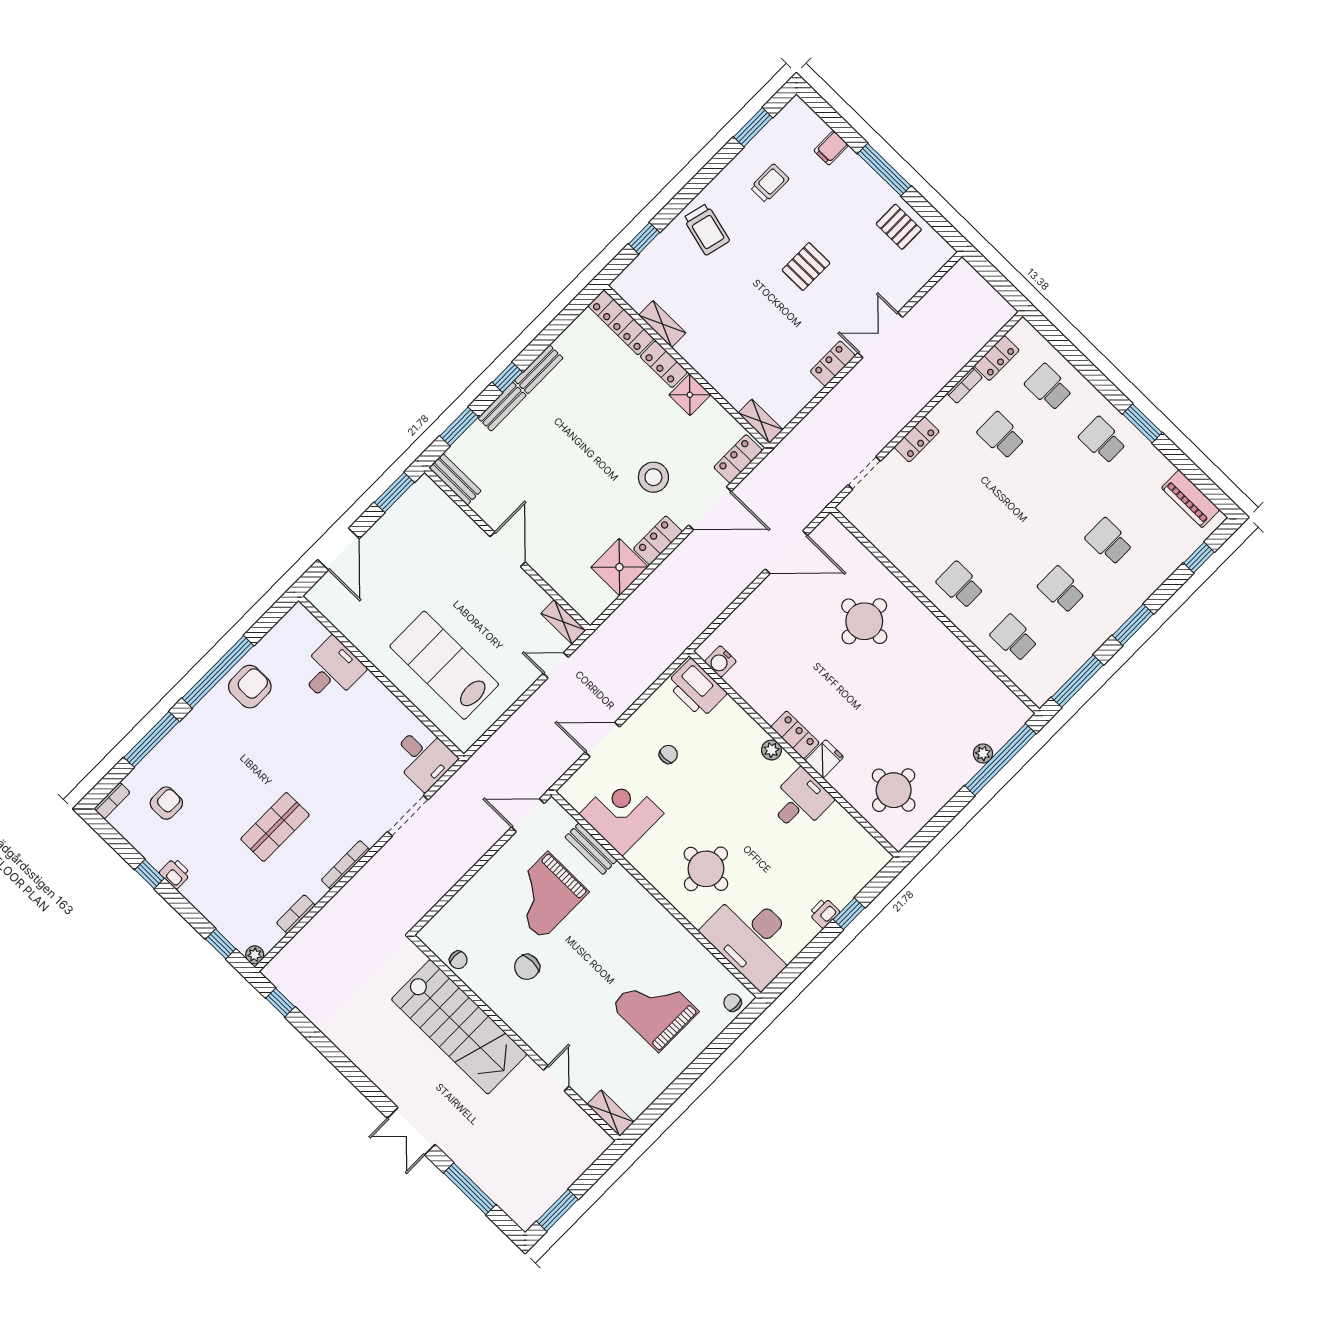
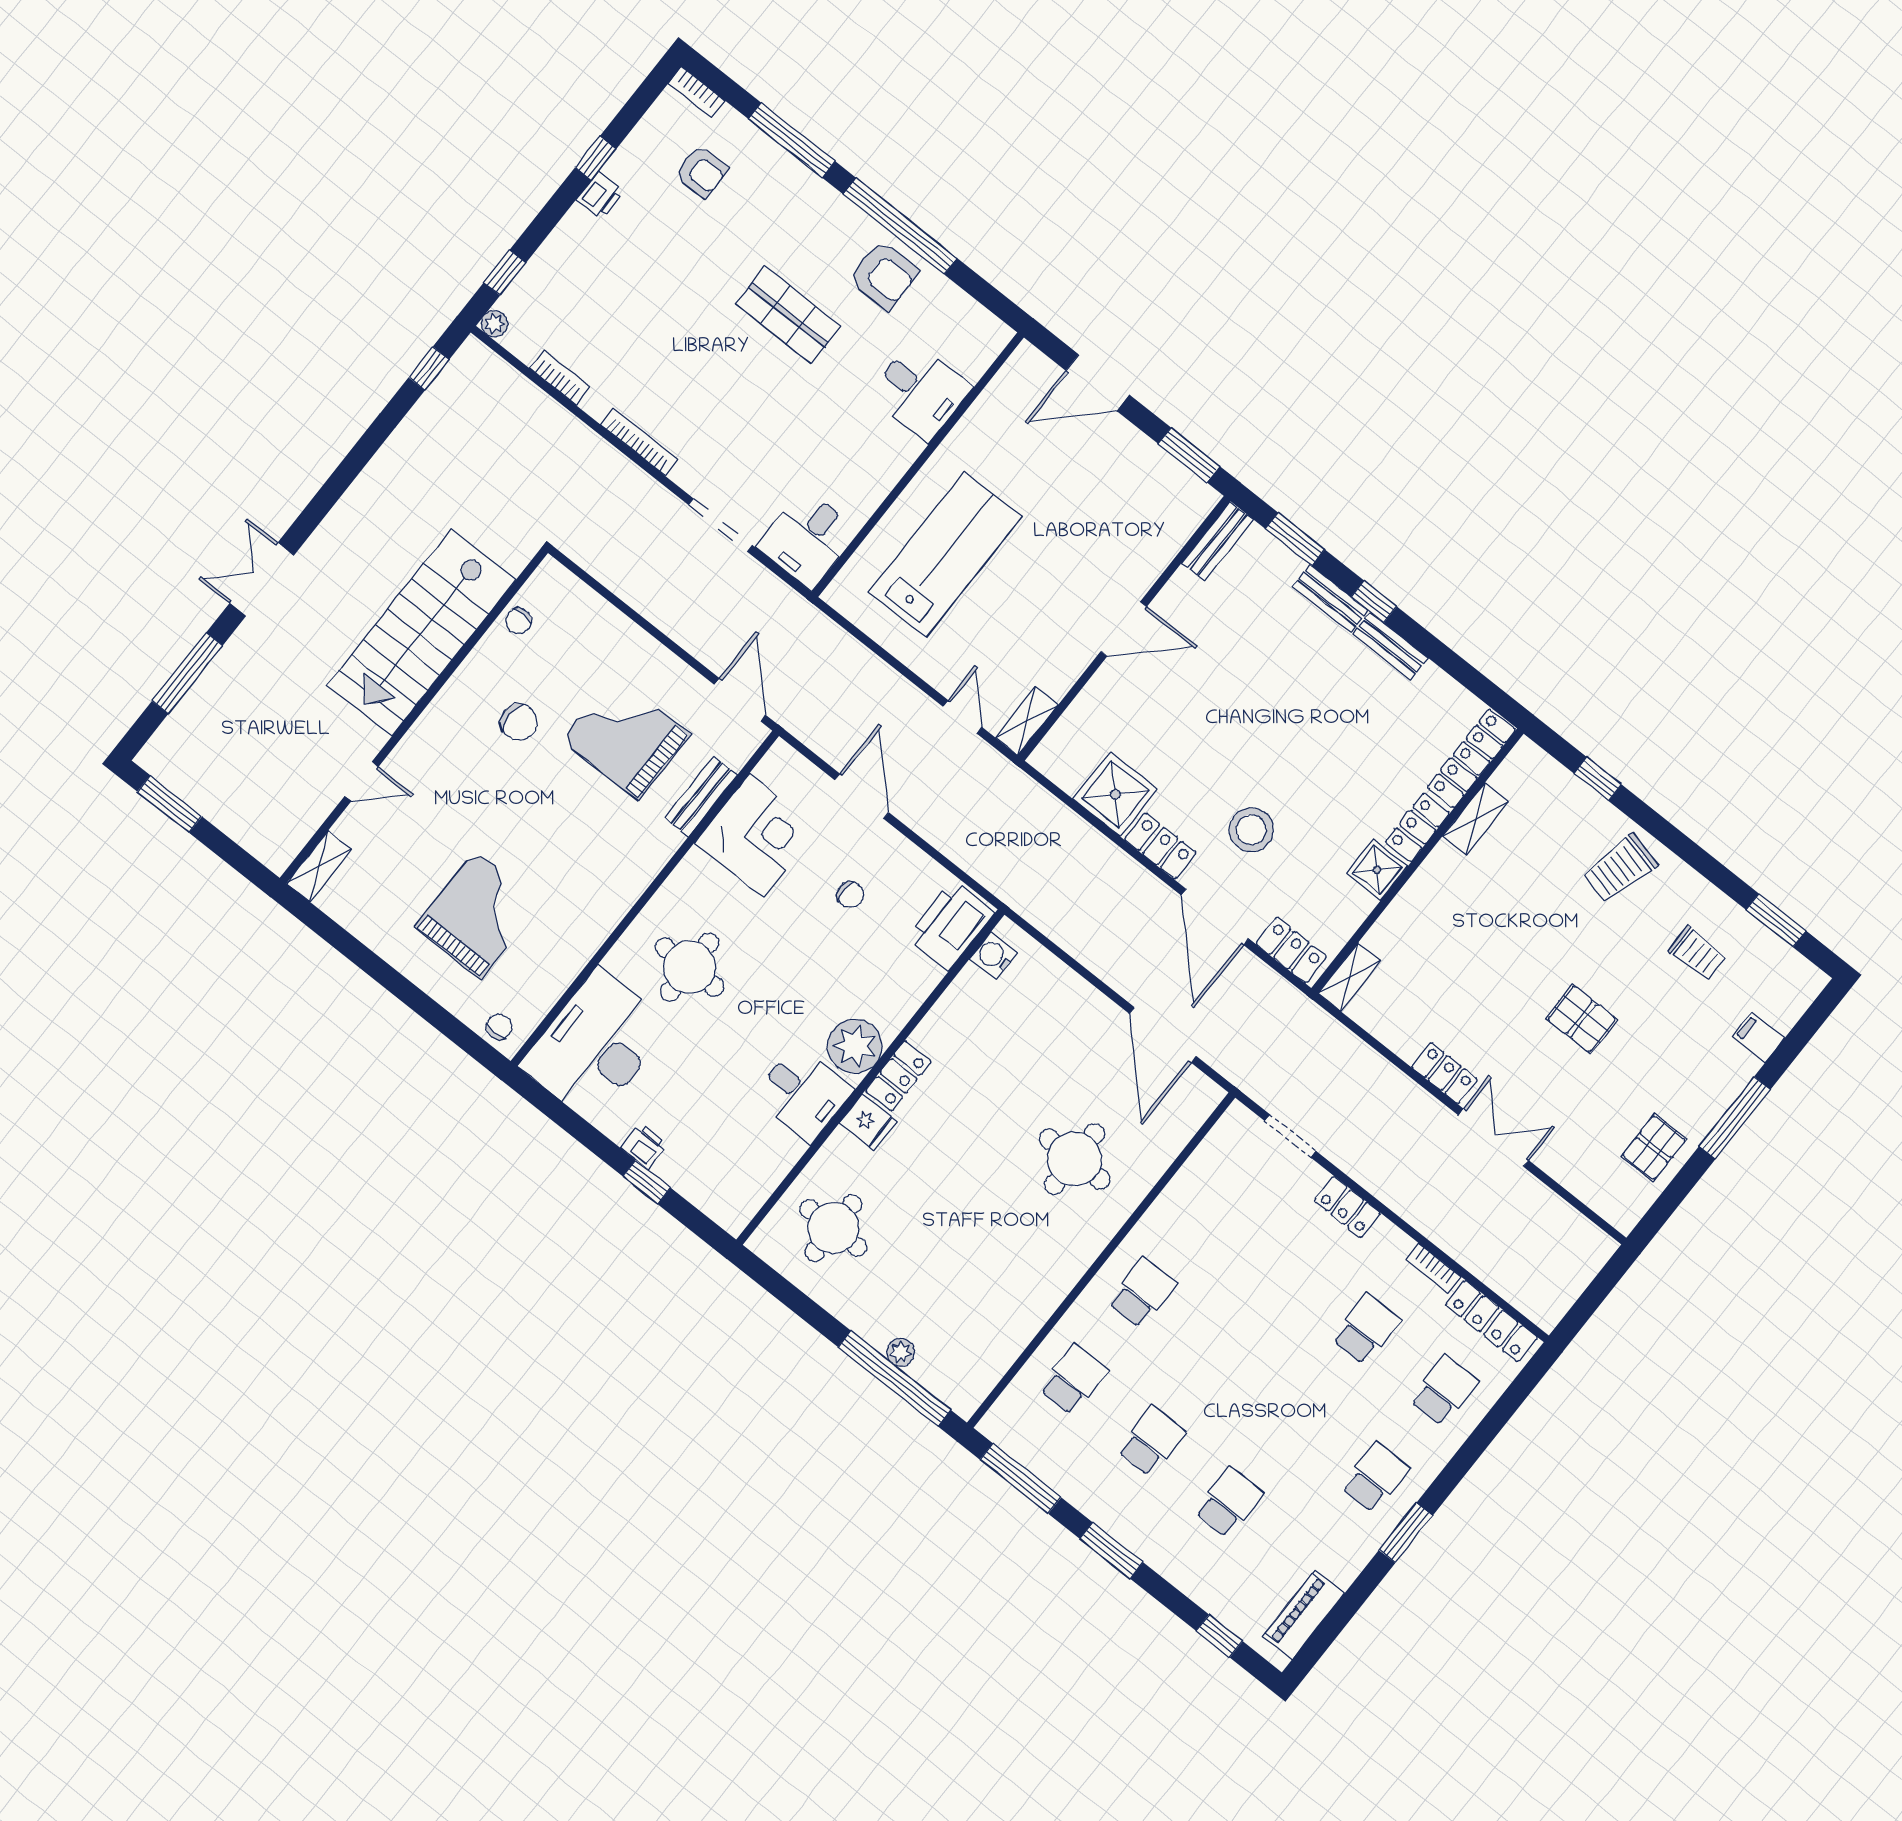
locker: (997, 358) -> (1491, 1321), width x1.53
plant: (771, 750) -> (855, 1046), width x1.88, depth x1.88
shop shelf: (275, 827) -> (788, 315), moved
chair: (527, 967) -> (519, 722), turned 180

